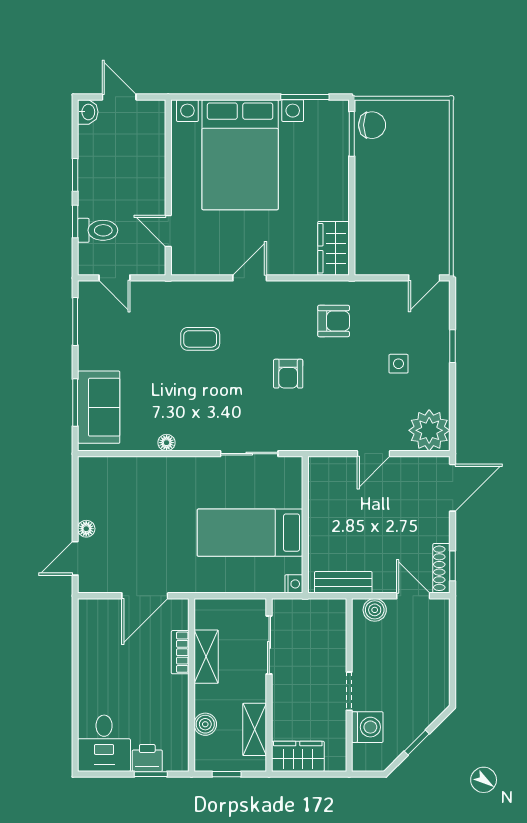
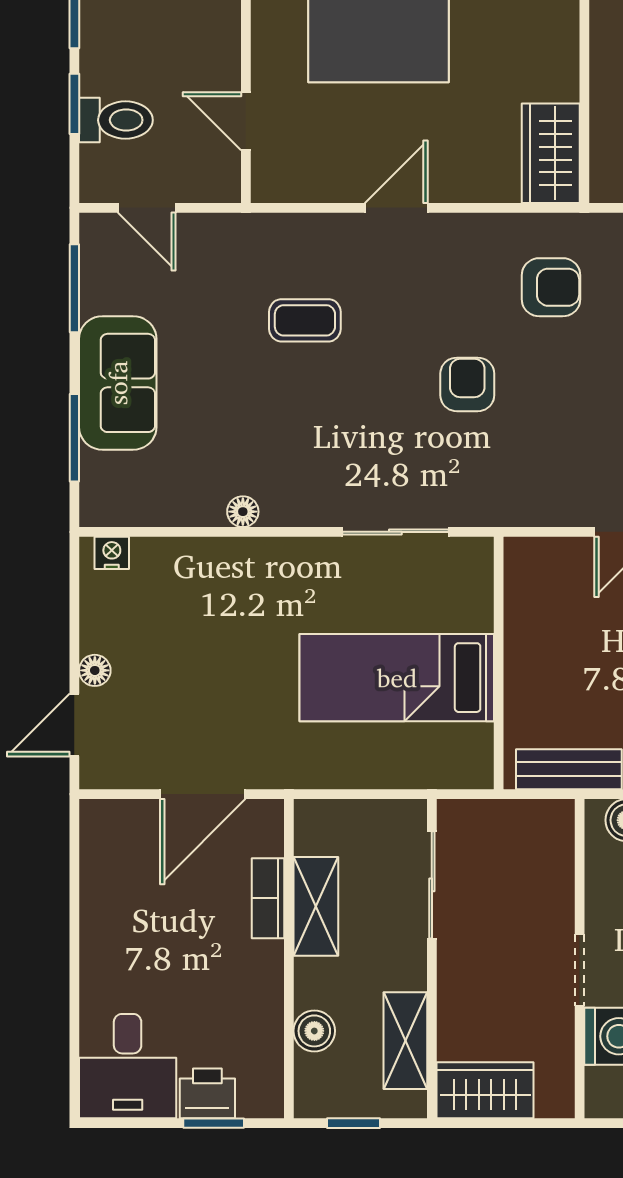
armchair: (288, 374) -> (467, 384), turned 180
sofa: (99, 407) -> (118, 383), moved
nightstand: (294, 584) -> (112, 553), moved, turned -90

